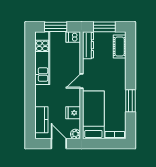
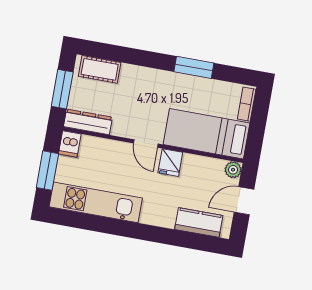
fridge: (73, 113) -> (170, 163), moved

